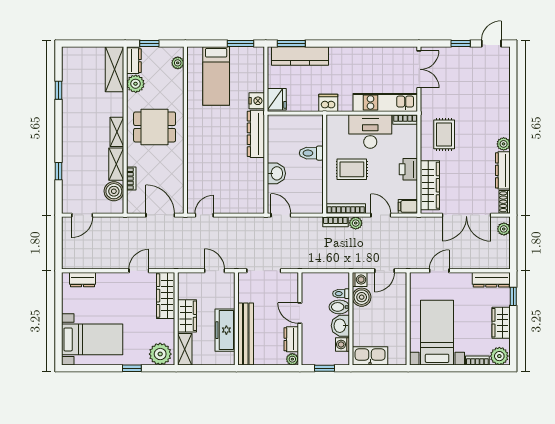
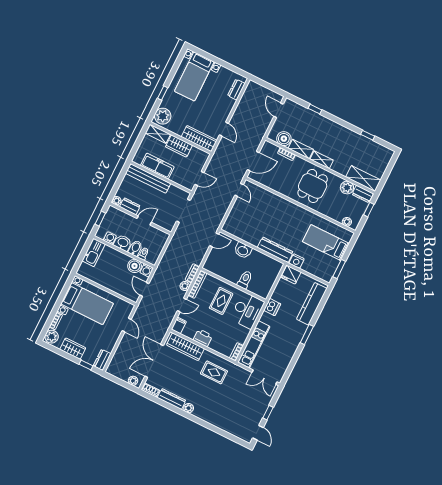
window: (291, 43) -> (307, 334), moved
desk: (370, 131) -> (247, 310), moved
dresser: (491, 280) -> (102, 360), width x0.70

